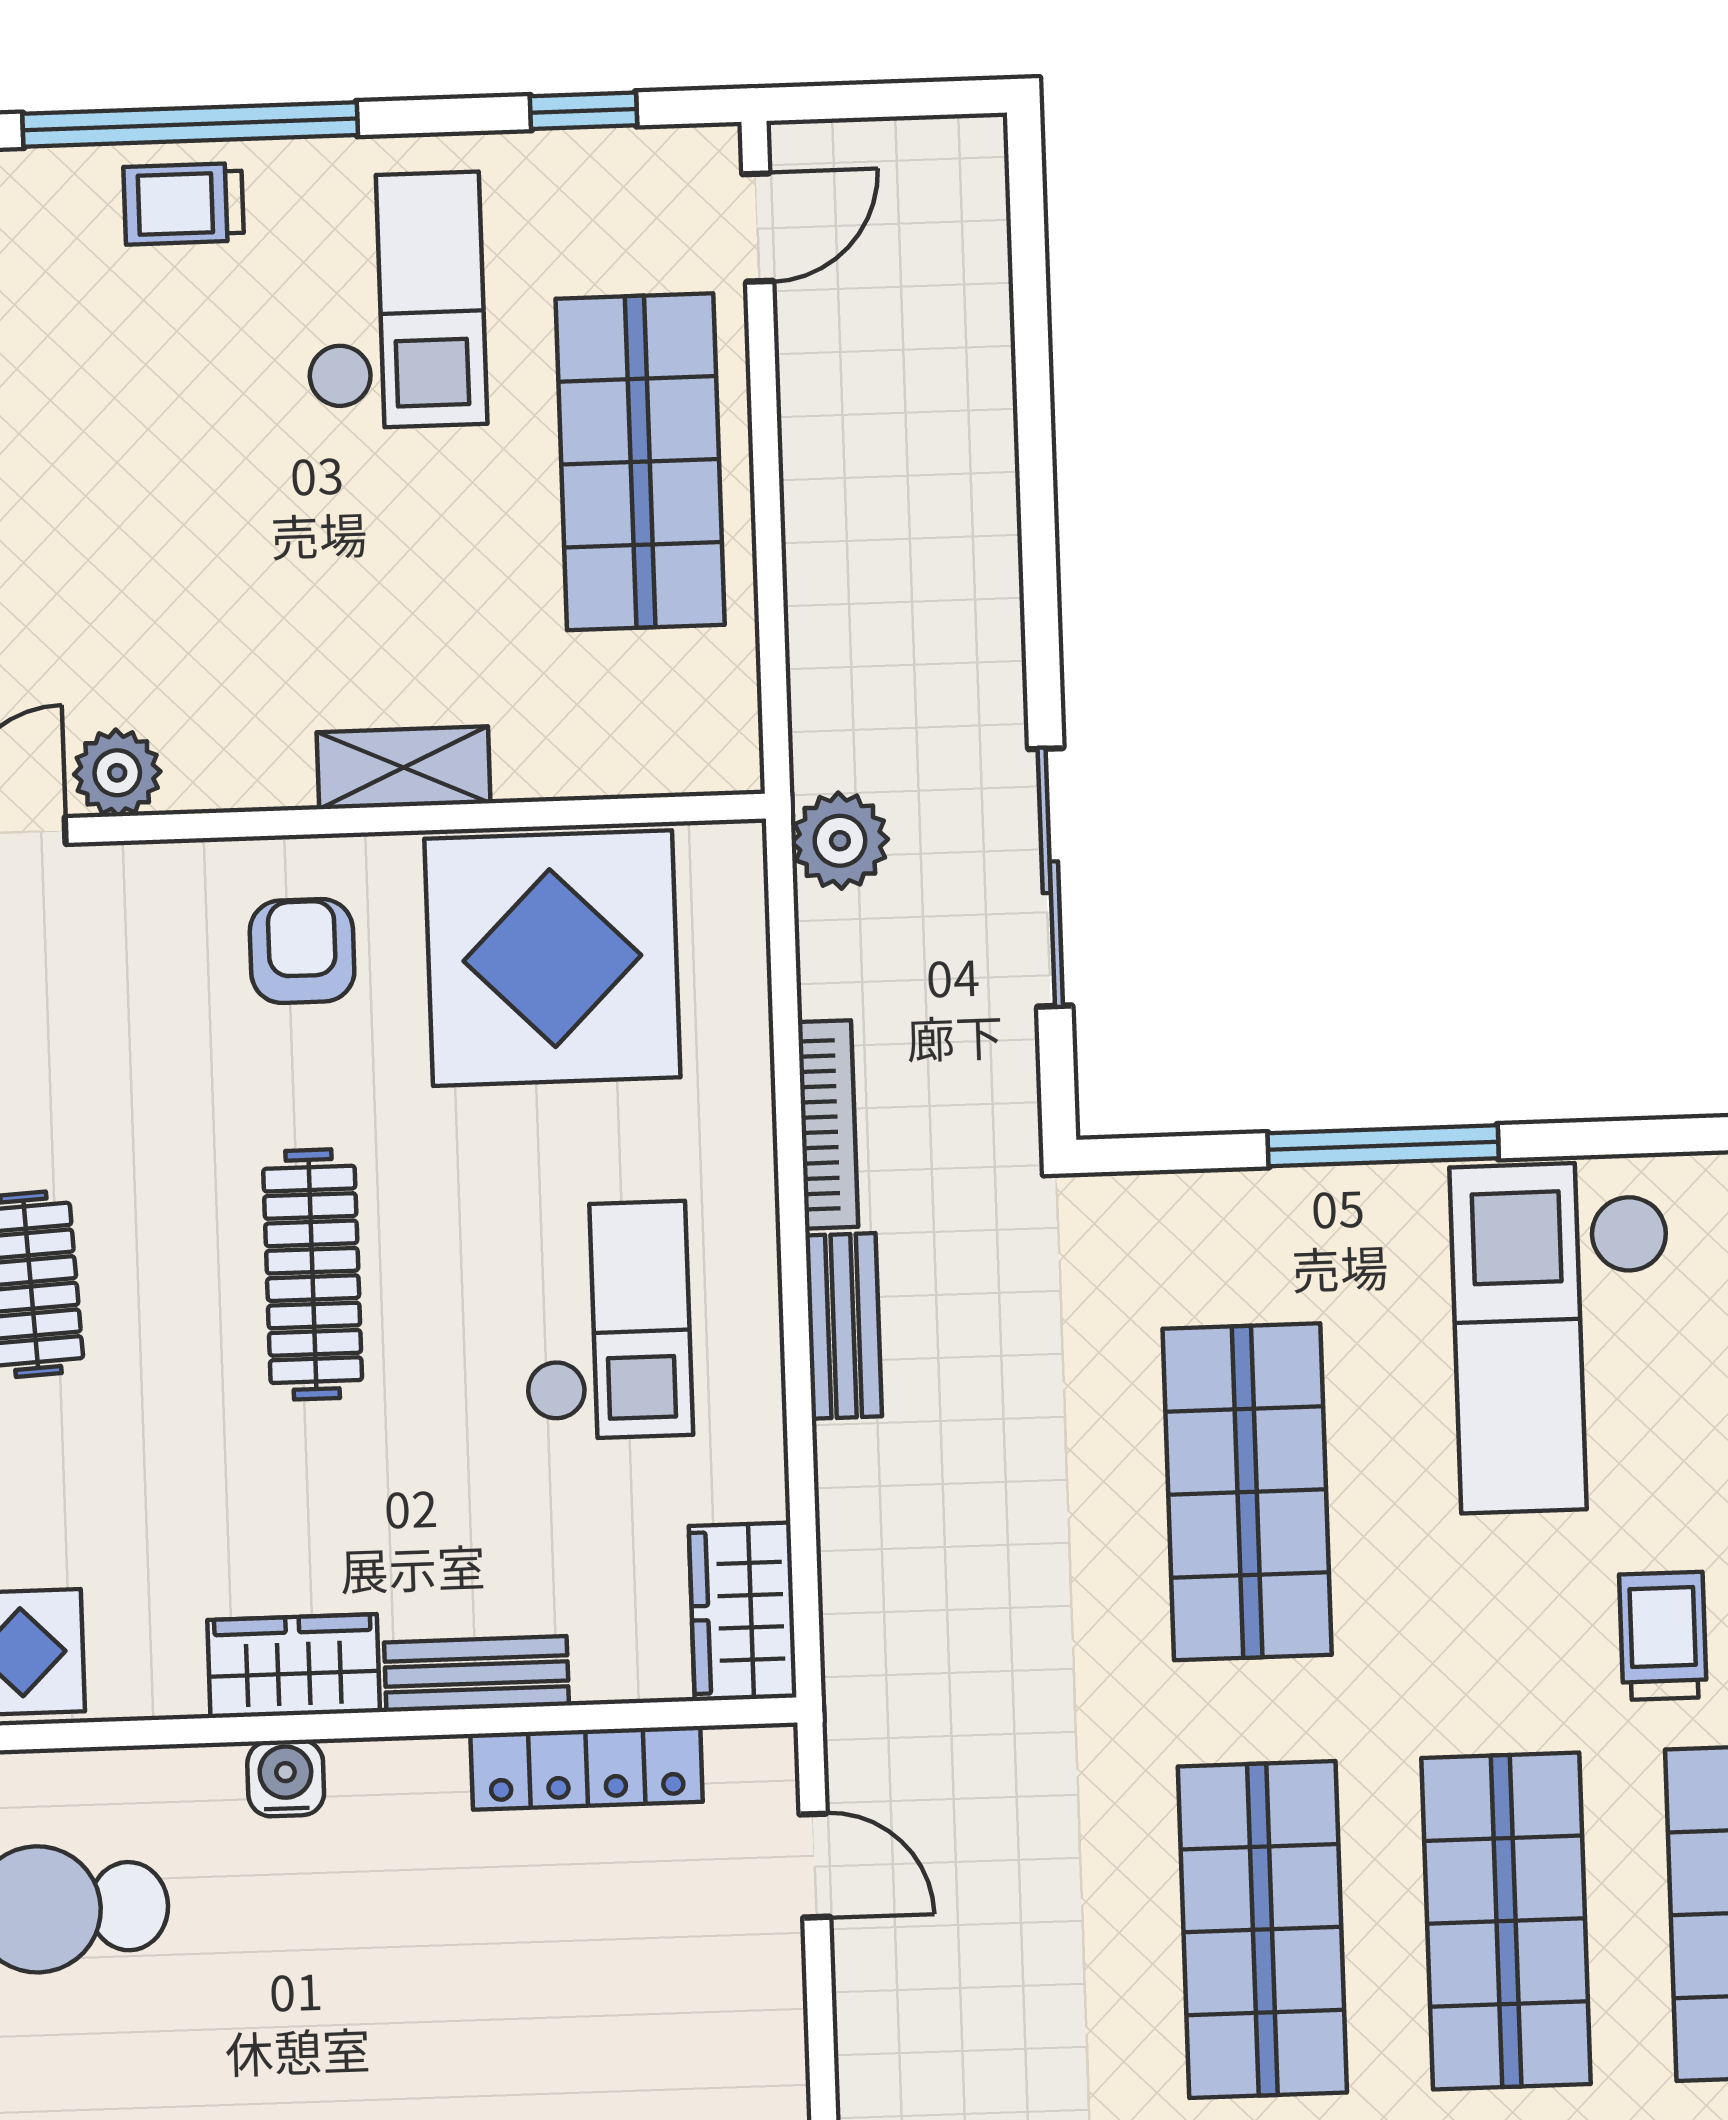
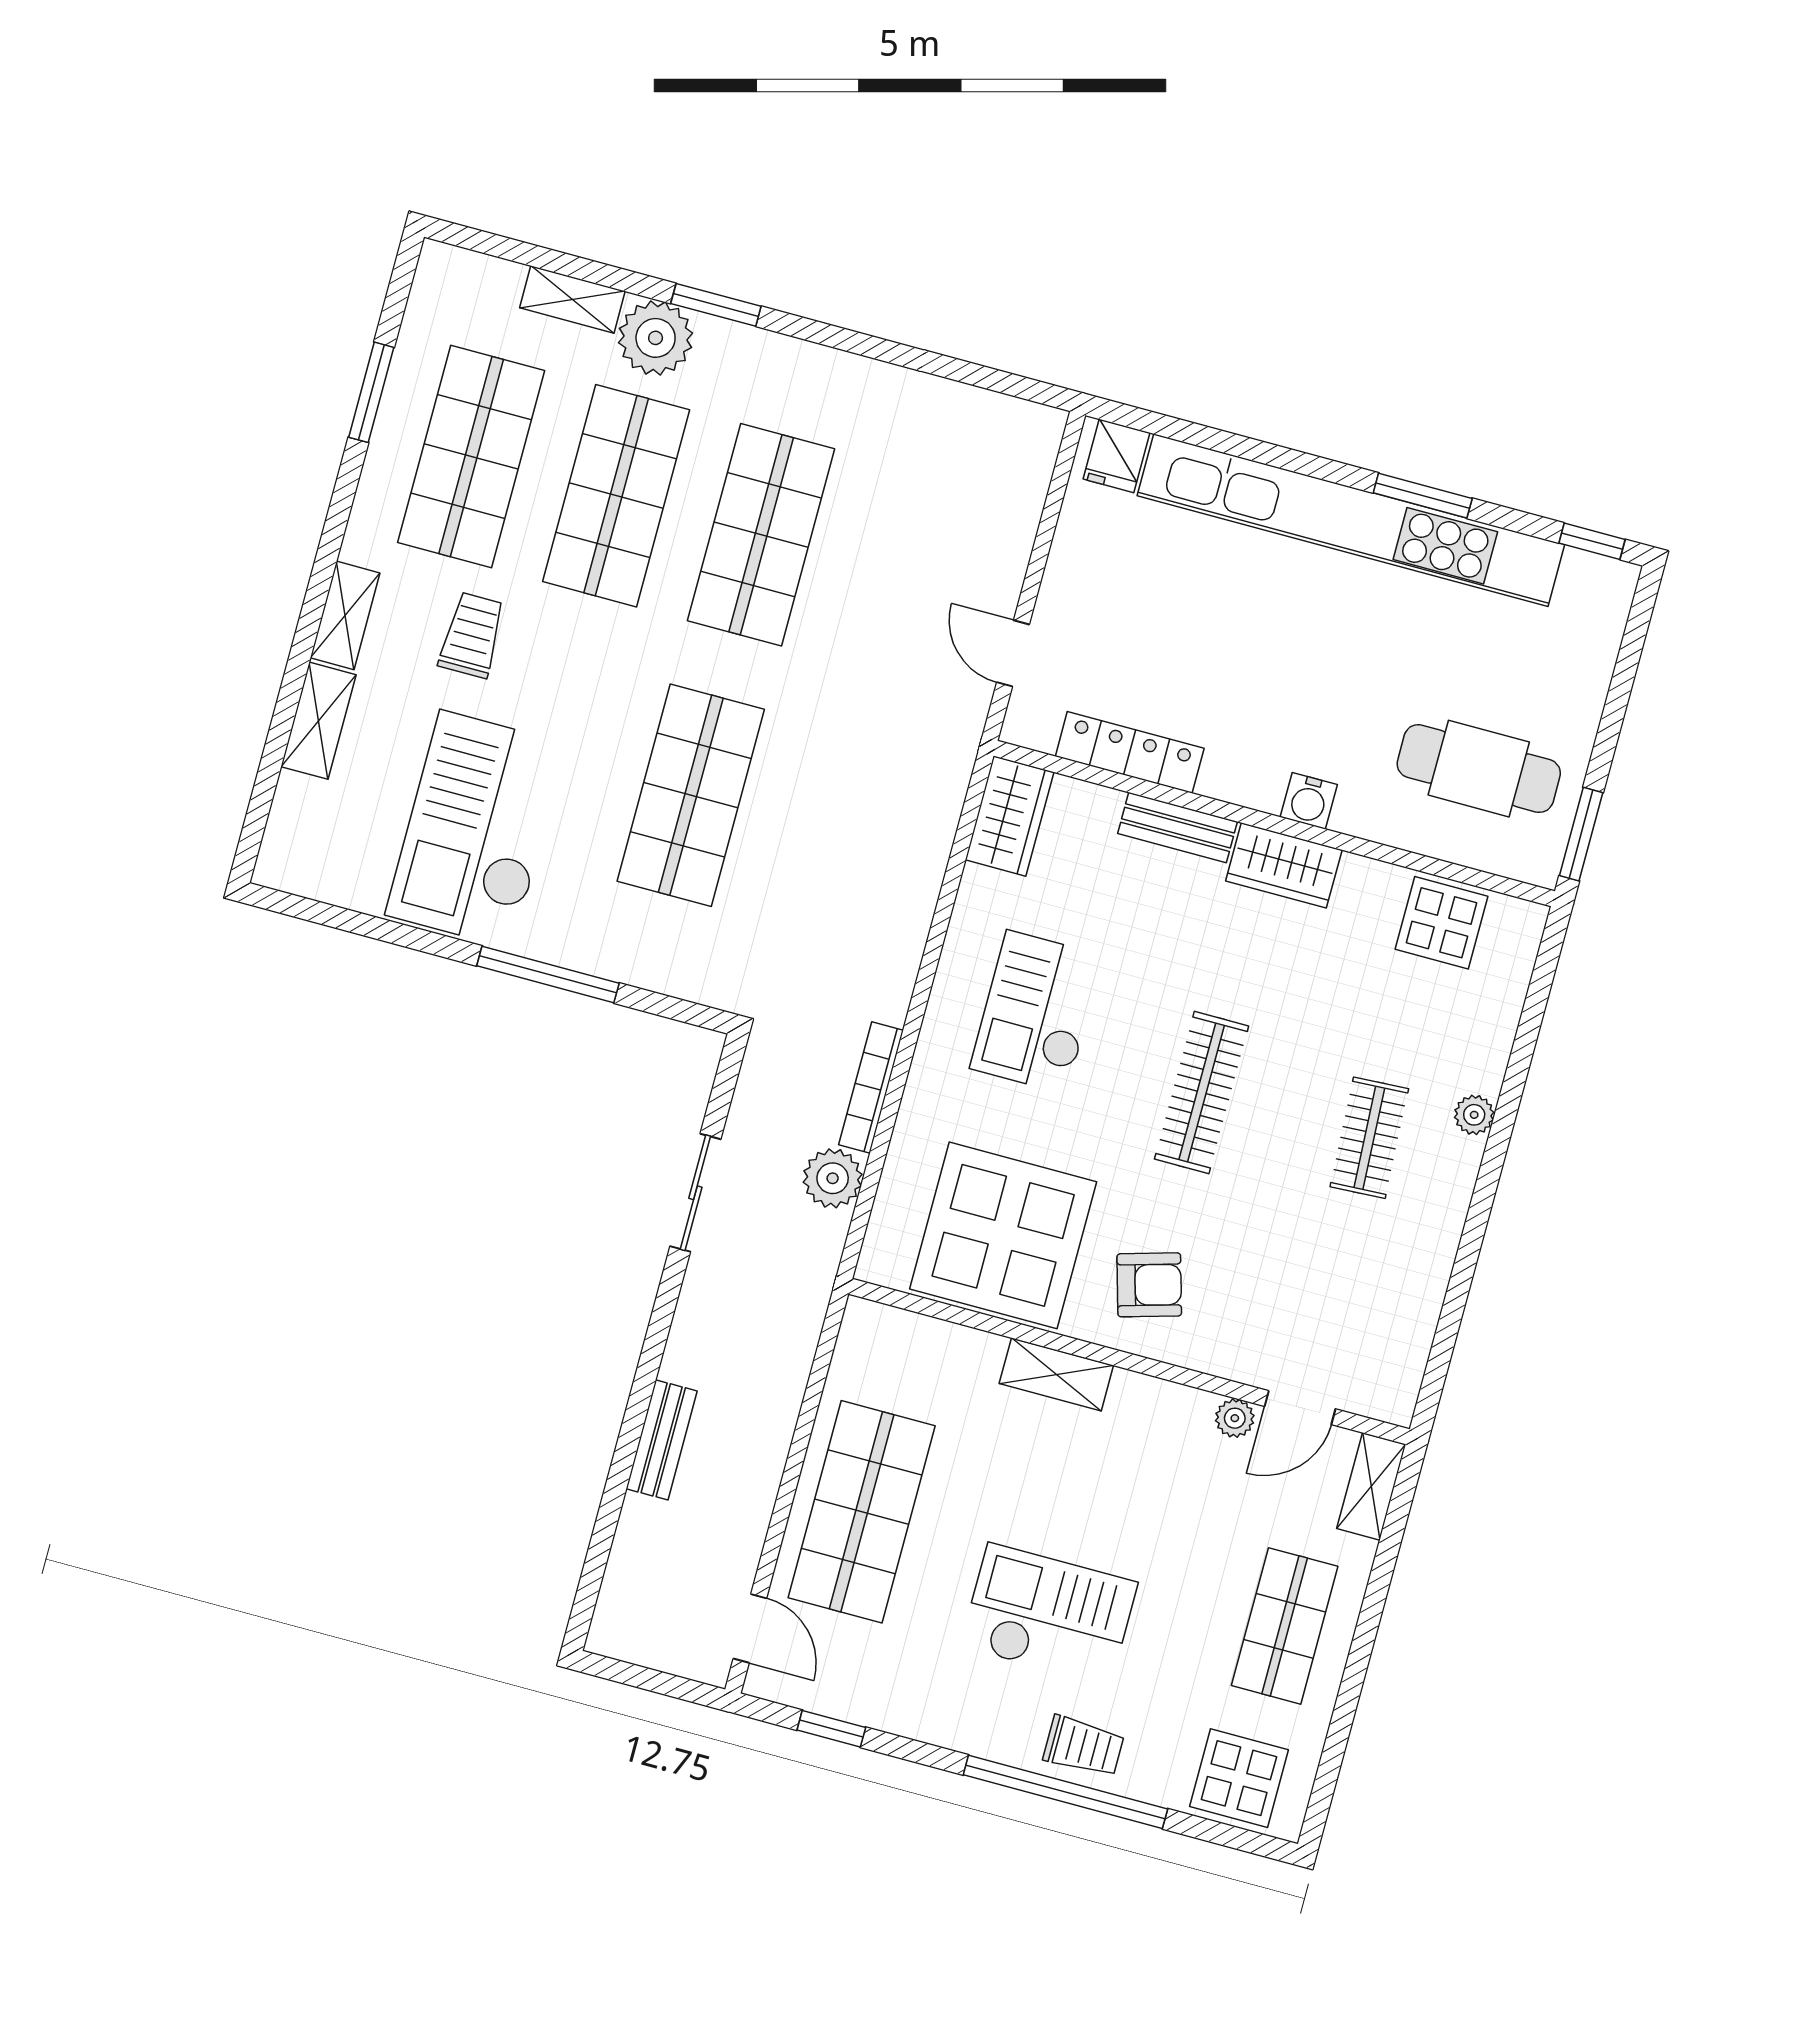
door: (758, 228) -> (750, 1628), swing flipped
checkout: (394, 301) -> (1049, 1615), moved, turned 90
plant: (117, 773) -> (1235, 1418), width x0.73, depth x0.73
plant: (840, 841) -> (833, 1178), moved
sliding door: (1050, 877) -> (695, 1193), width x0.73
armchair: (302, 951) -> (1149, 1285), turned -106
bench: (844, 1326) -> (662, 1440), moved
checkout: (1563, 1337) -> (476, 829), turned 180
trolley: (1663, 1636) -> (472, 635), turned 180

